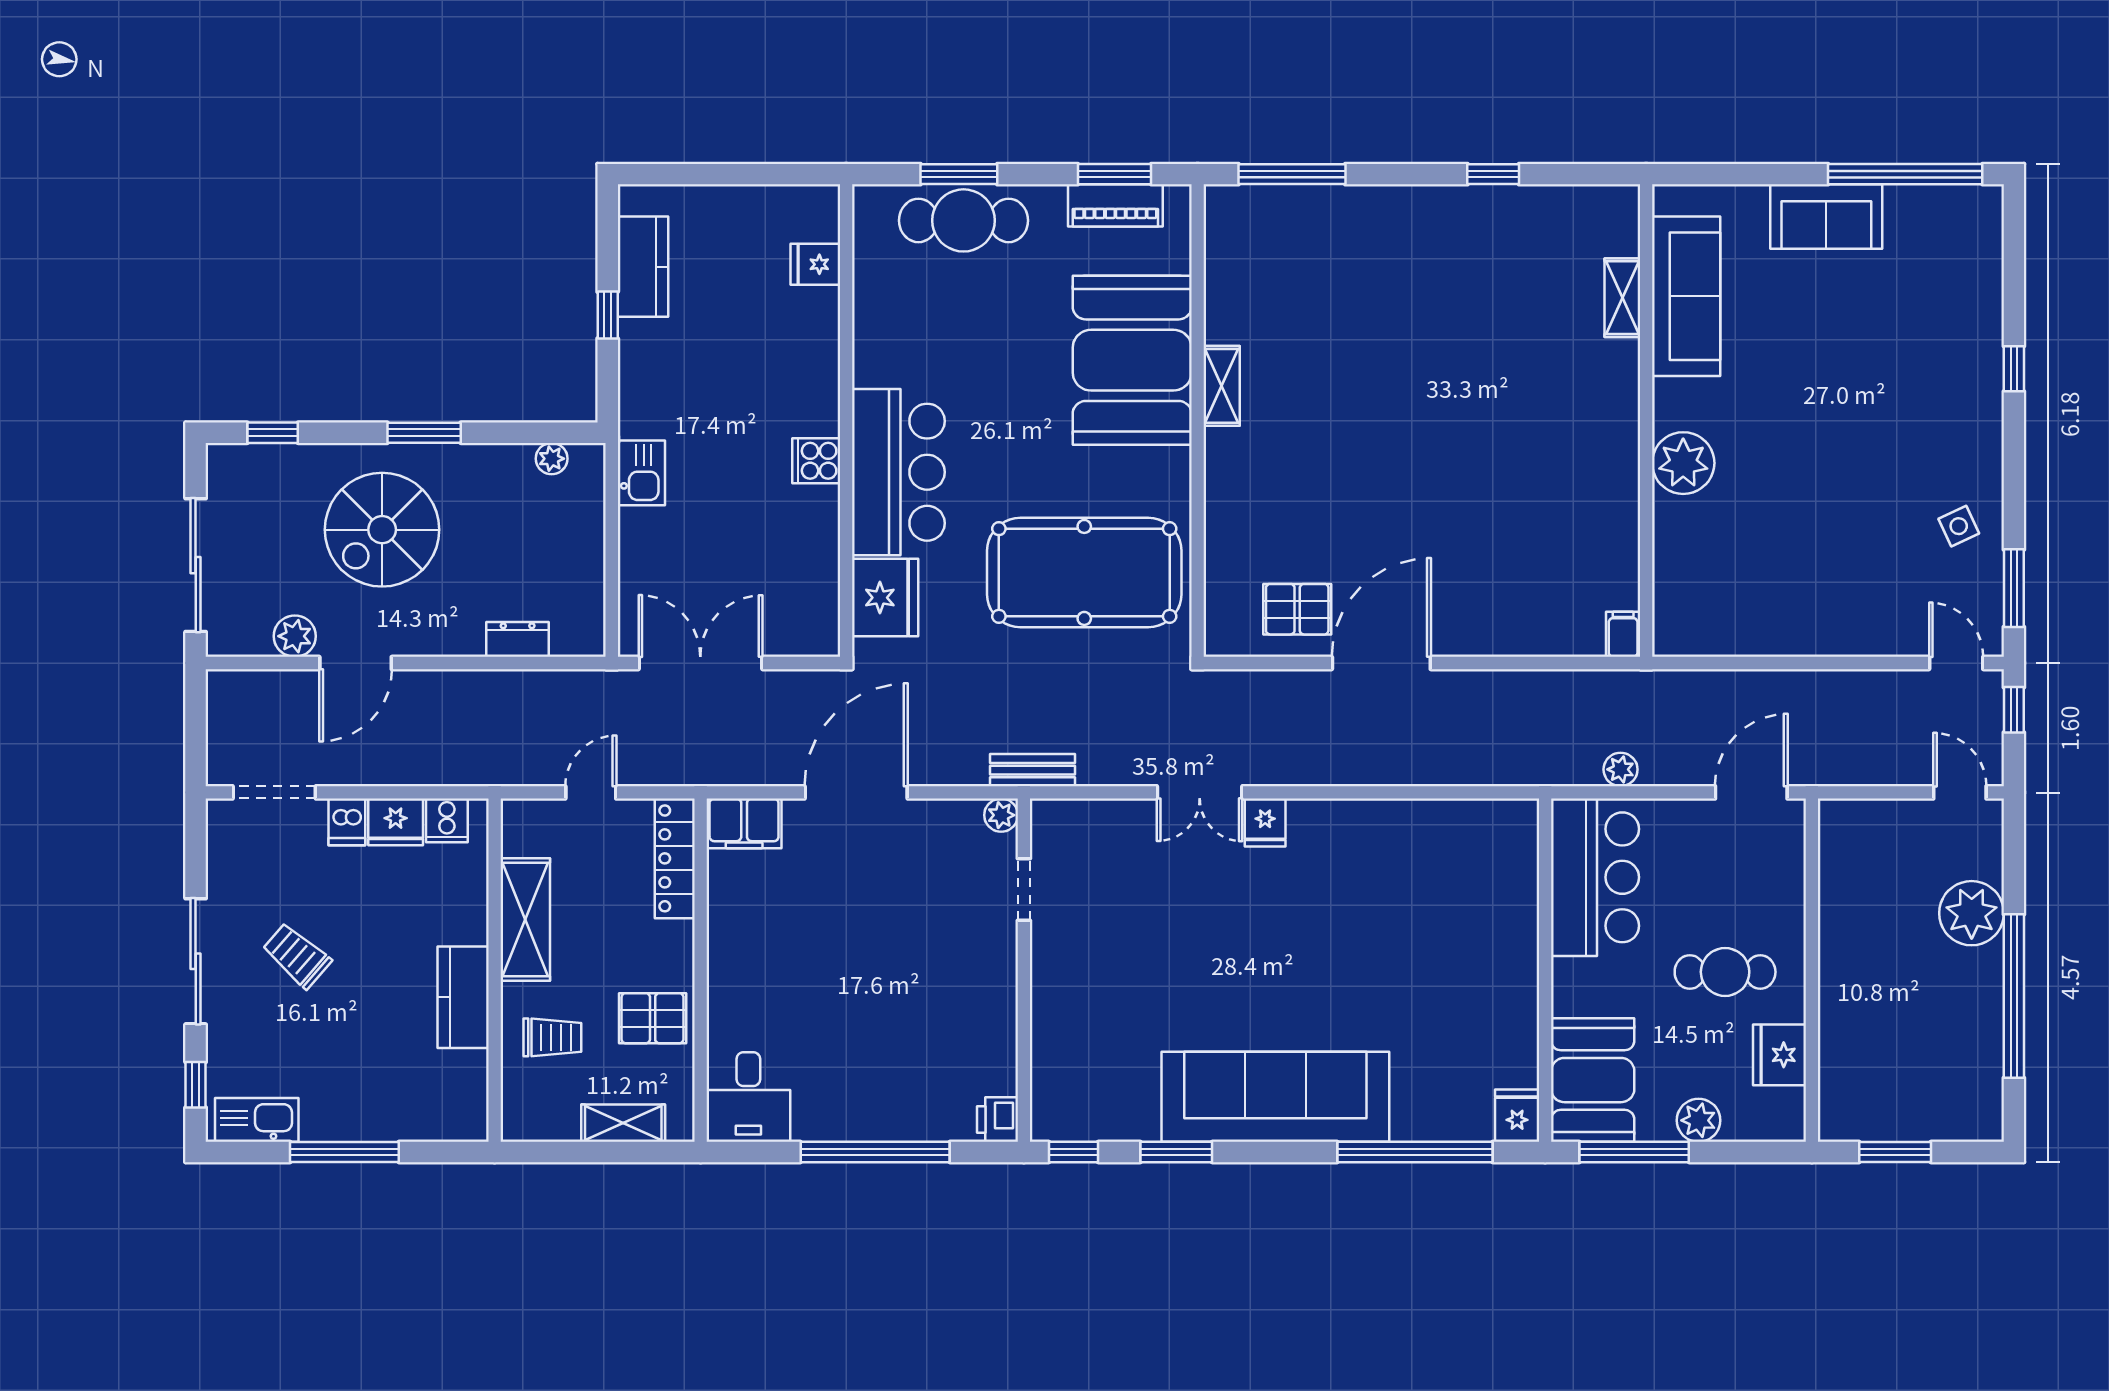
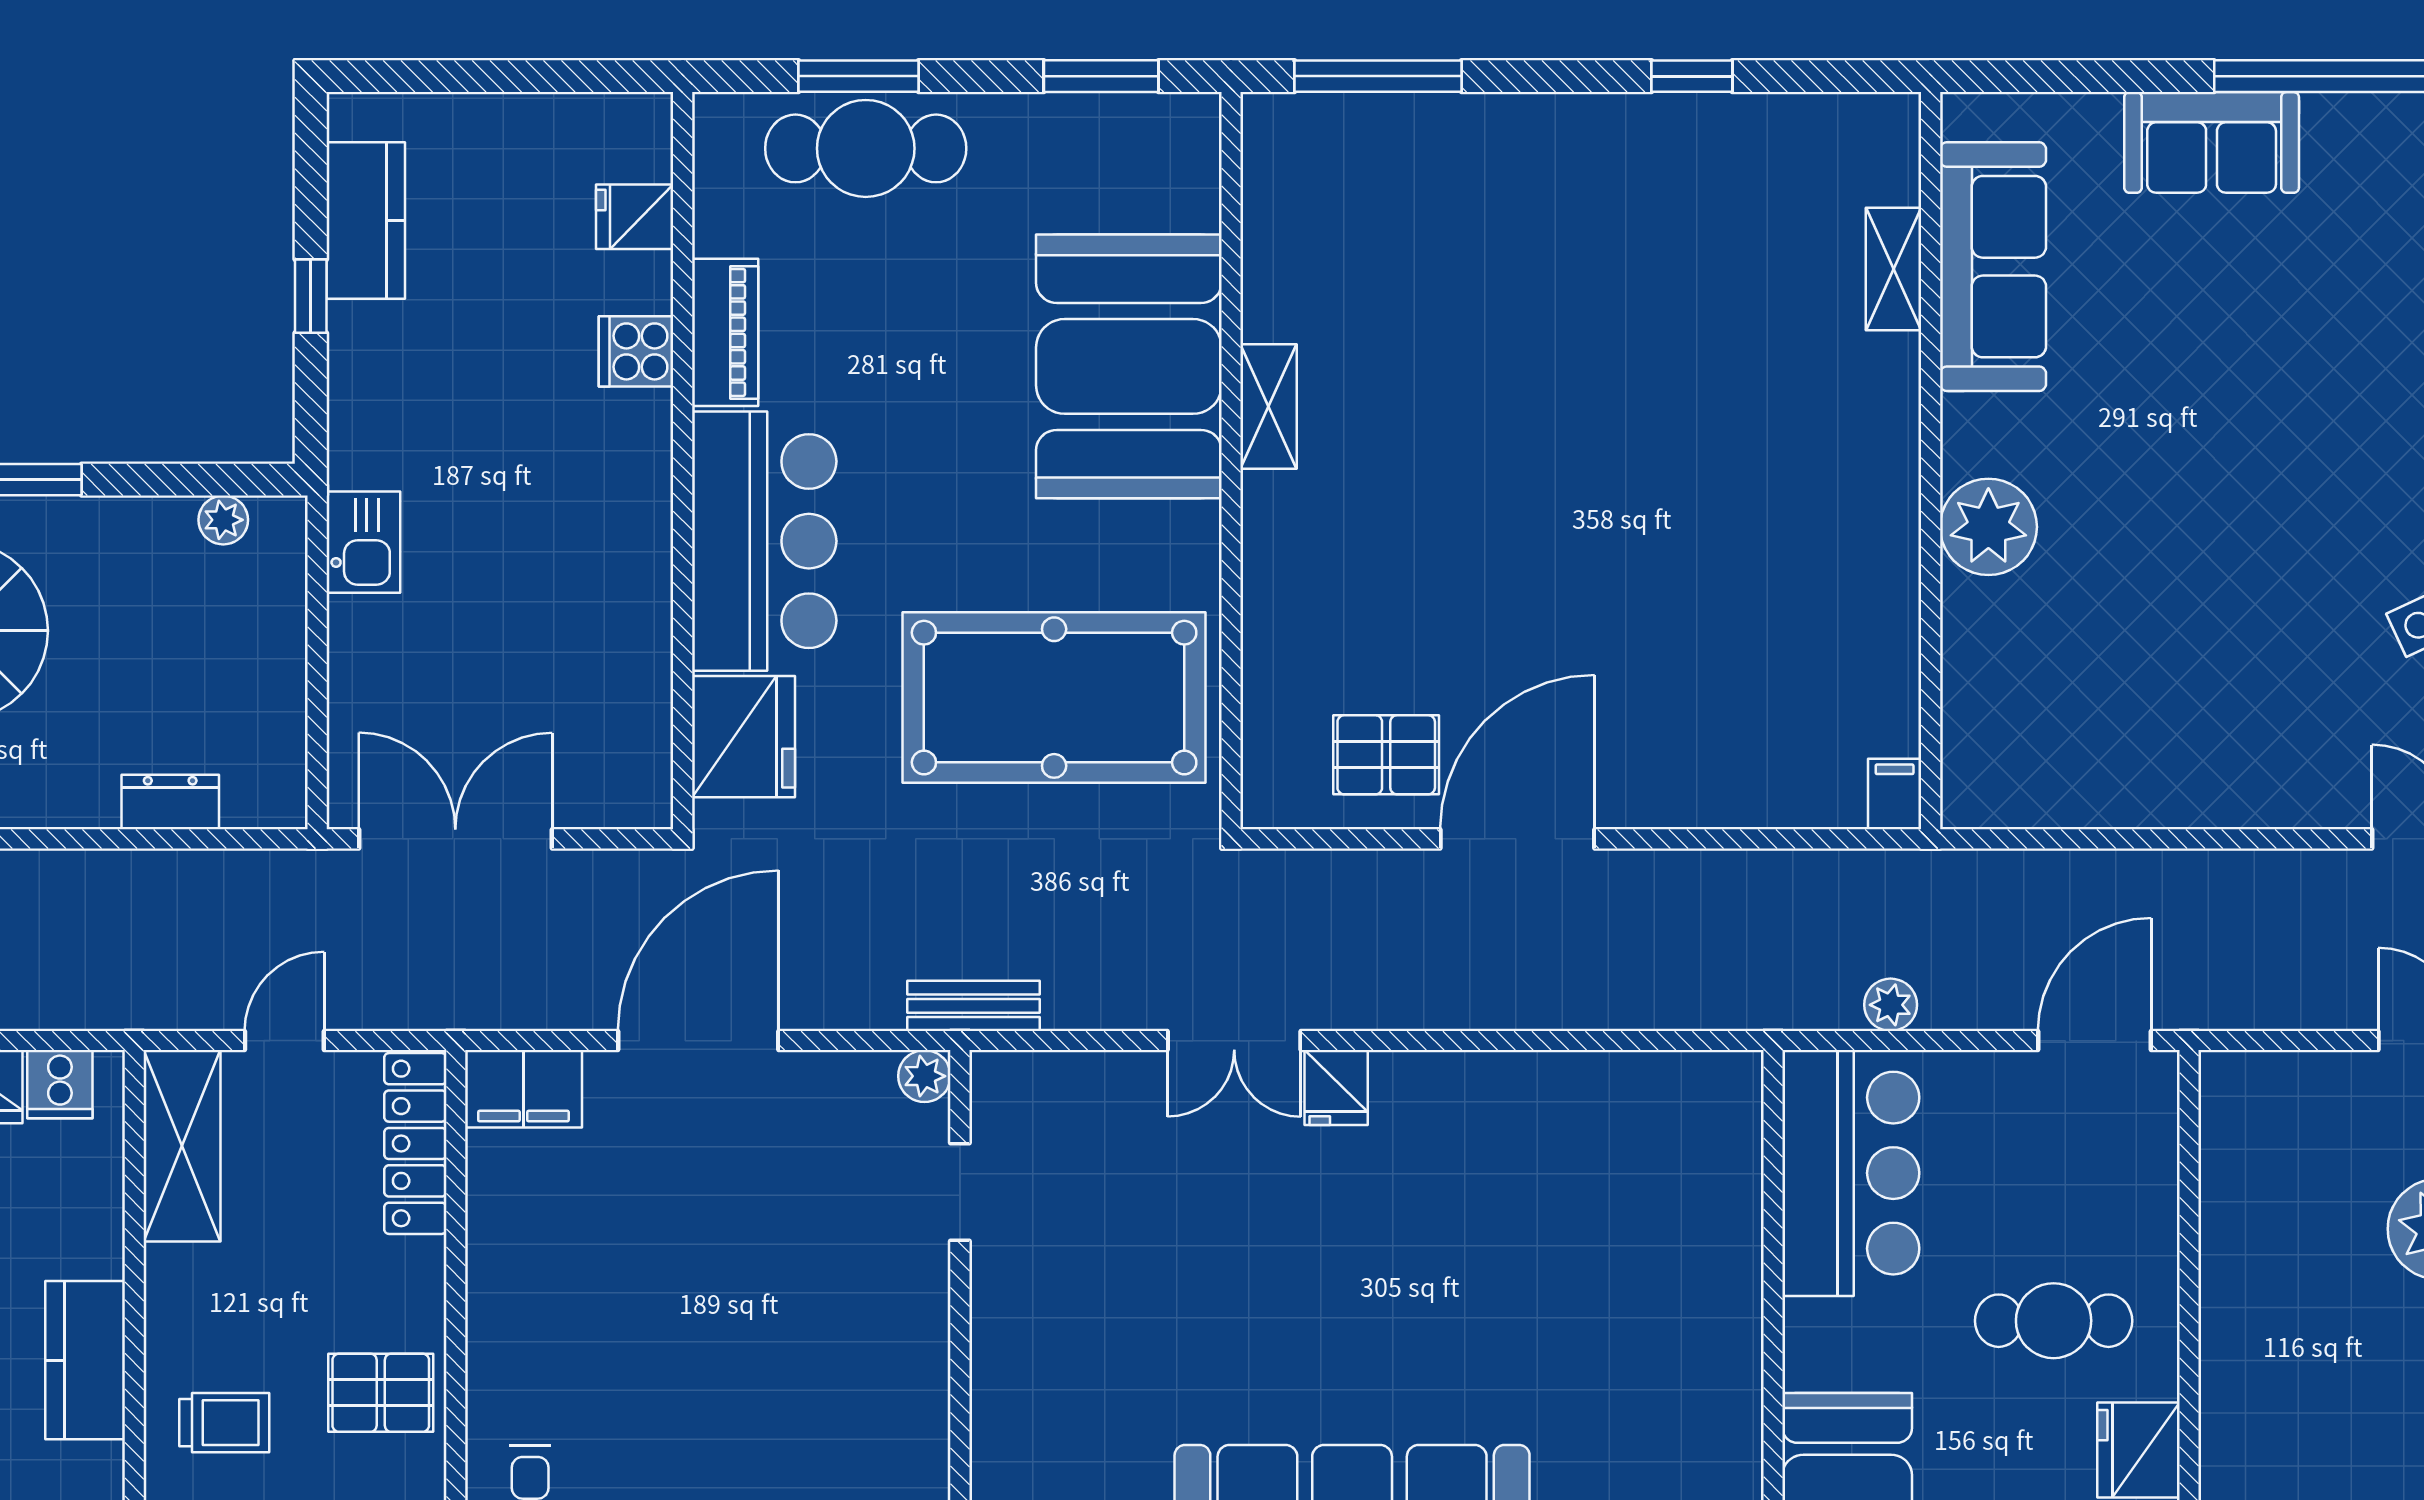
piano: (1115, 205) -> (725, 332), moved, turned -90
cooker: (816, 461) -> (636, 351), moved
shelving: (525, 920) -> (182, 1146), moved

